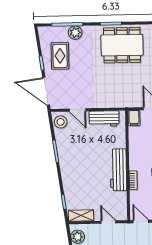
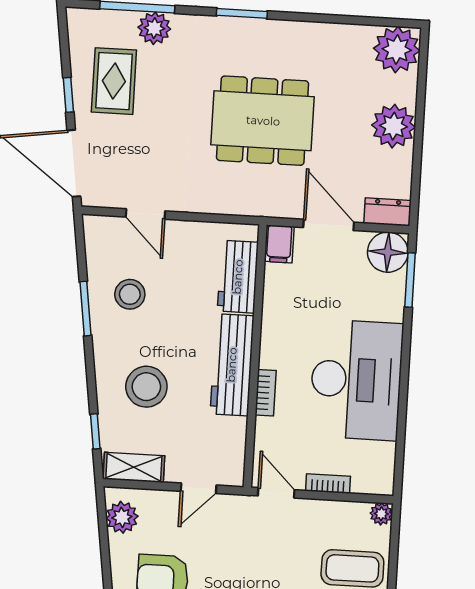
dining table: (122, 45) -> (263, 121), moved
workbench: (104, 119) -> (238, 277), moved, turned 90
stool: (61, 122) -> (130, 294), moved
stool: (84, 182) -> (146, 387), added
door: (108, 222) -> (199, 488), swing flipped

